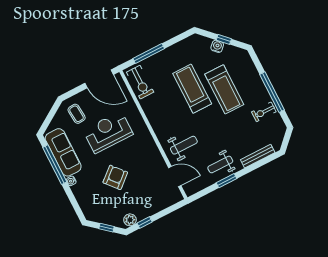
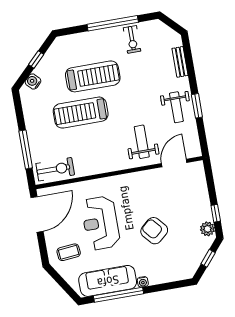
water cooler: (217, 46) -> (33, 82), moved
bench: (258, 156) -> (180, 62), width x0.73

